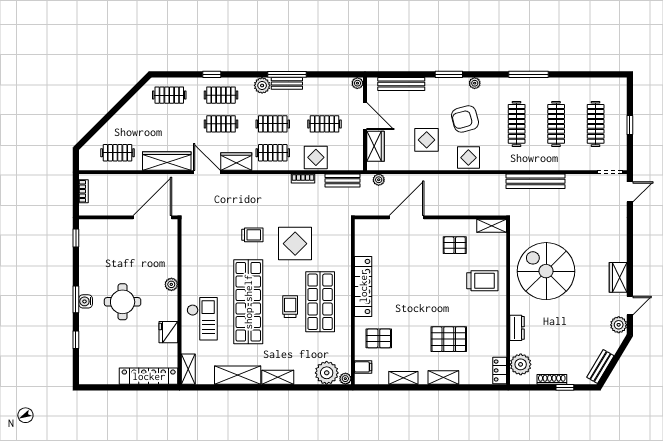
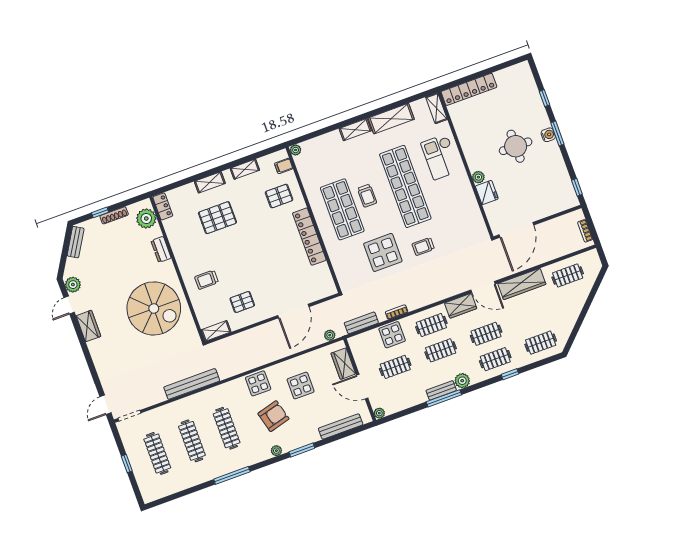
trolley: (482, 281) -> (207, 280), width x0.73, depth x0.72
fridge: (168, 332) -> (487, 192), moved
plant: (327, 373) -> (314, 149), removed

